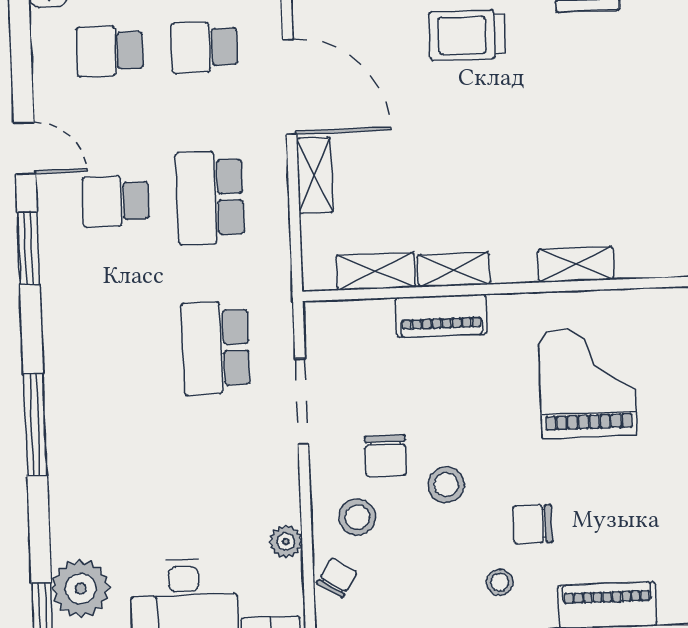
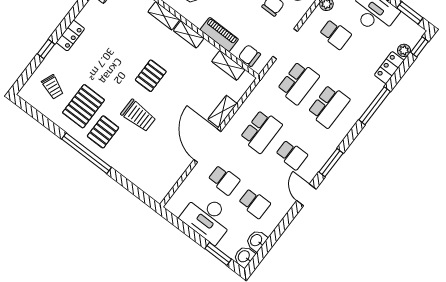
pallet: (507, 130) -> (151, 76), added
shelving: (454, 270) -> (189, 34), moved
chair: (351, 323) -> (249, 56), added
school desk: (121, 352) -> (329, 106), added
school desk: (222, 498) -> (335, 34), added
locker: (67, 520) -> (389, 68), added
plant: (80, 588) -> (404, 50), width x0.53, depth x0.53

